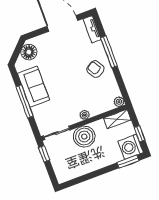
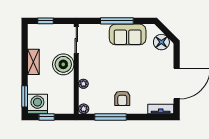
window: (109, 52) -> (111, 117), moved
armchair: (95, 69) -> (122, 98), turned 121
plant: (85, 115) -> (83, 84), moved
shelving: (117, 119) -> (33, 62), moved
window: (44, 154) -> (46, 21), moved

